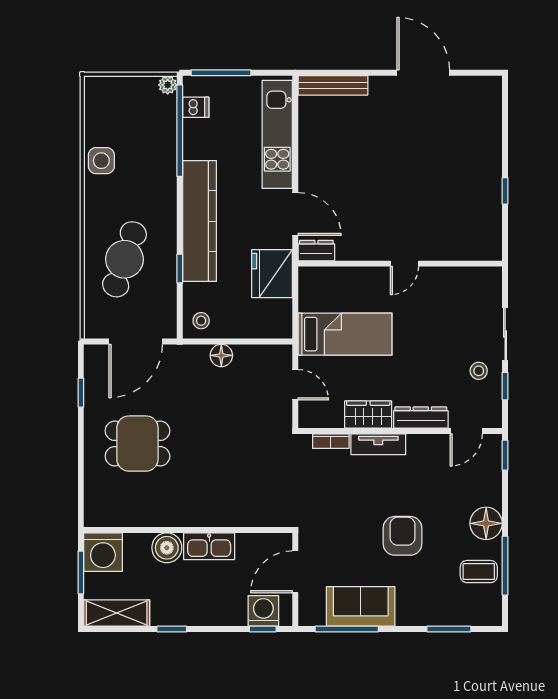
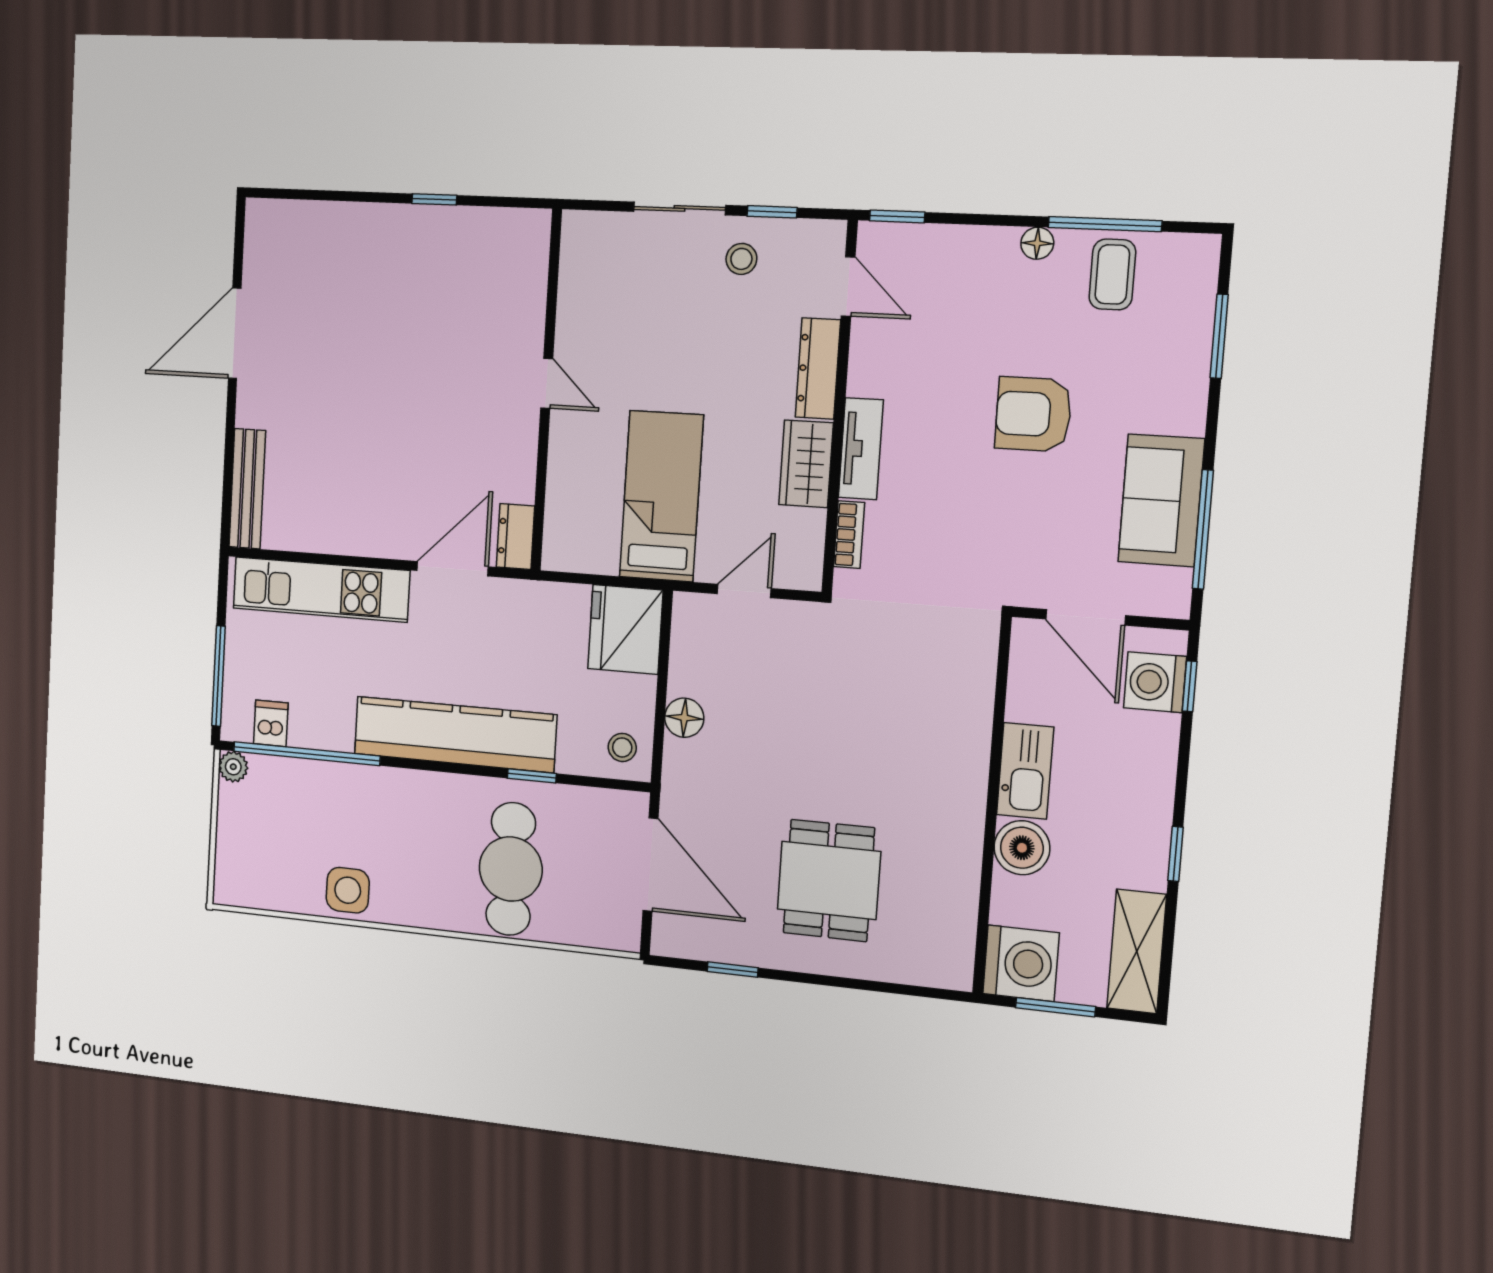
cafe table: (124, 259) -> (511, 869), turned 71
fridge: (272, 274) -> (625, 629), moved, turned 90
floor lamp: (486, 523) -> (1037, 243), width x0.53, depth x0.53

